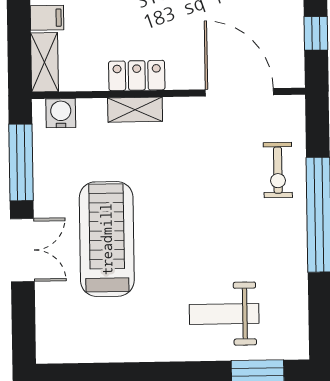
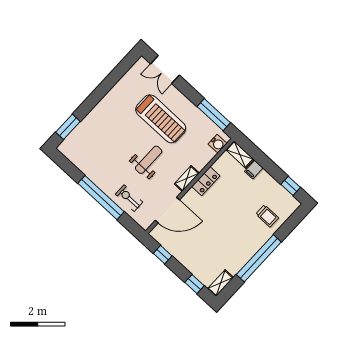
shelving: (135, 110) -> (187, 178), moved
double door: (22, 250) -> (165, 69), moved
weight bench: (224, 314) -> (149, 160), moved

